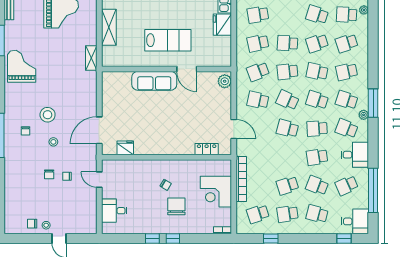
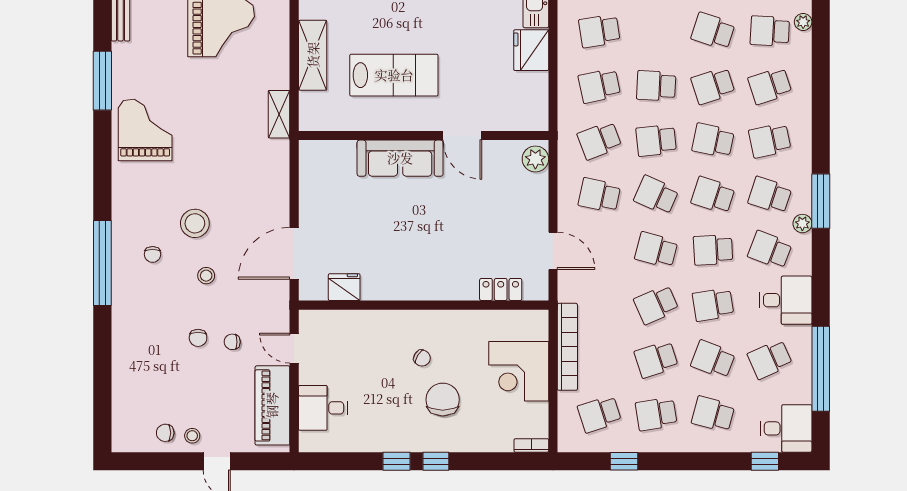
lab bench: (168, 40) -> (394, 75), moved
school desk: (287, 157) -> (656, 305), added
piano: (88, 209) -> (272, 405), added

